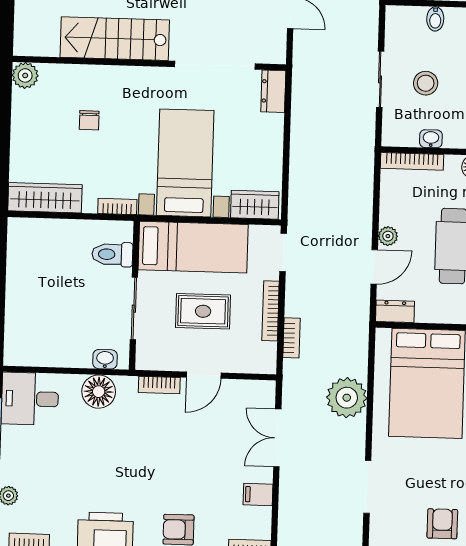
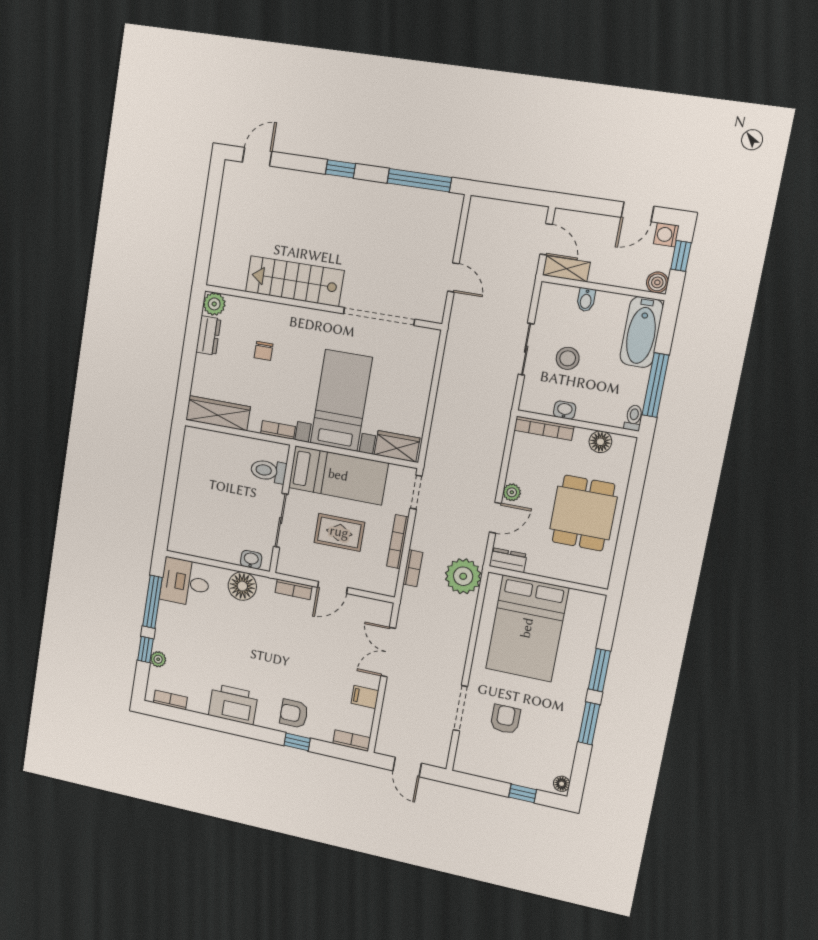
dresser: (273, 91) -> (208, 335), moved, turned 180
plant: (347, 398) -> (463, 576), moved
armchair: (442, 524) -> (505, 719), moved

